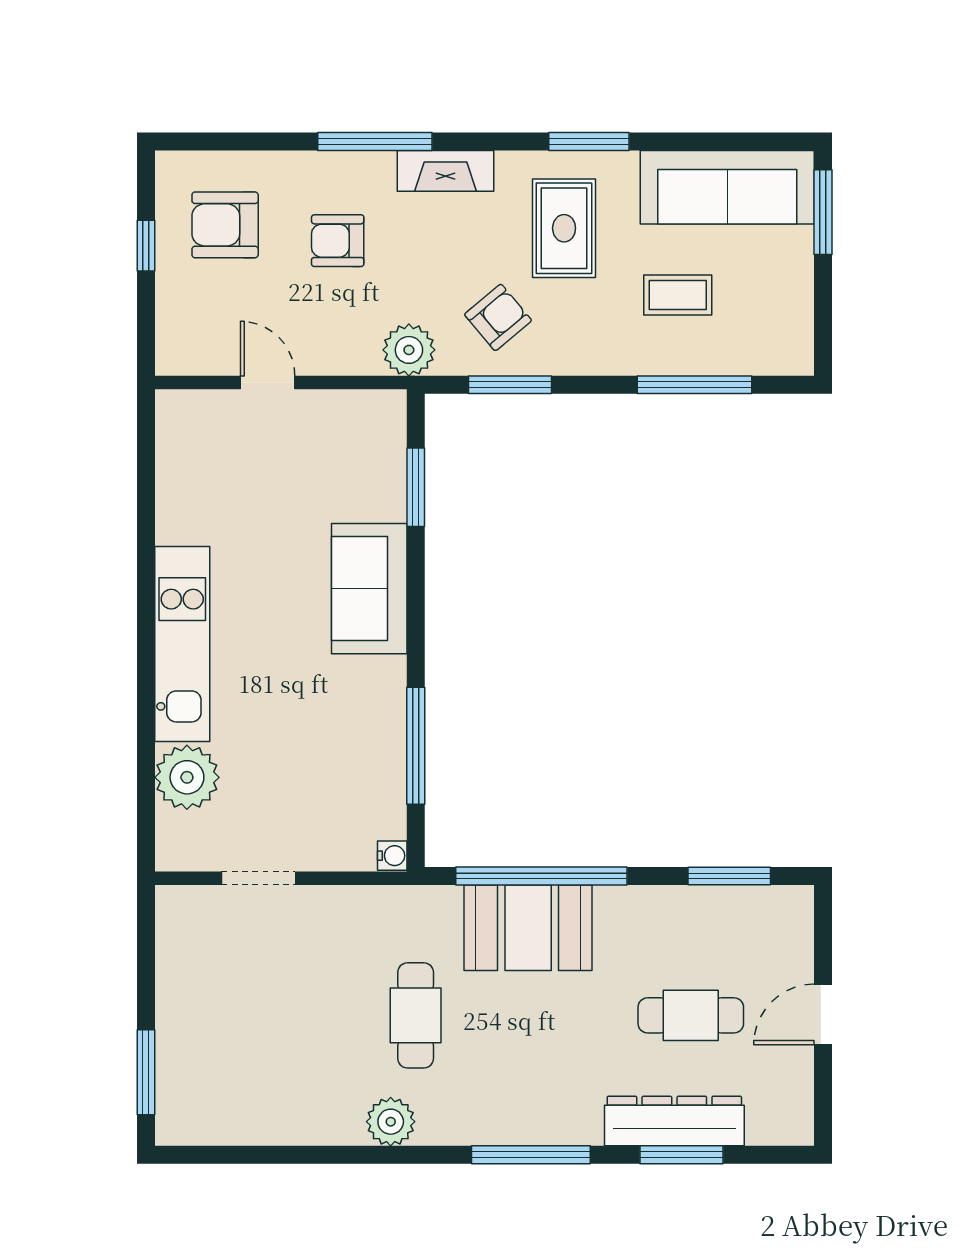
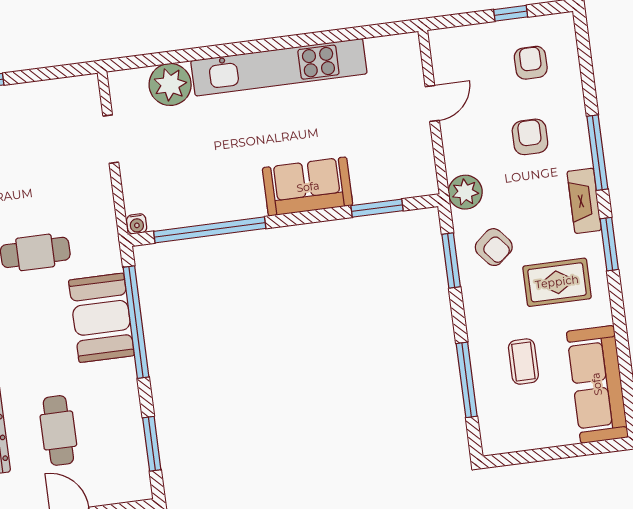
window: (589, 141) -> (609, 244), moved
window: (823, 212) -> (589, 448), removed
armchair: (225, 225) -> (531, 63), width x0.72, depth x0.72
kitchen unit: (182, 644) -> (279, 67), width x1.36
window: (416, 746) -> (210, 230), width x1.46

